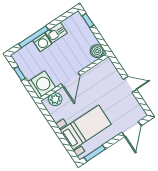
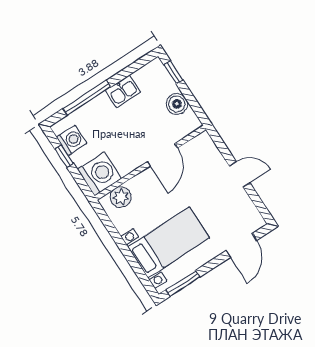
washing machine: (42, 42) -> (72, 140), moved, turned -90
boiler: (97, 51) -> (177, 104), moved
door: (71, 80) -> (163, 155), moved

